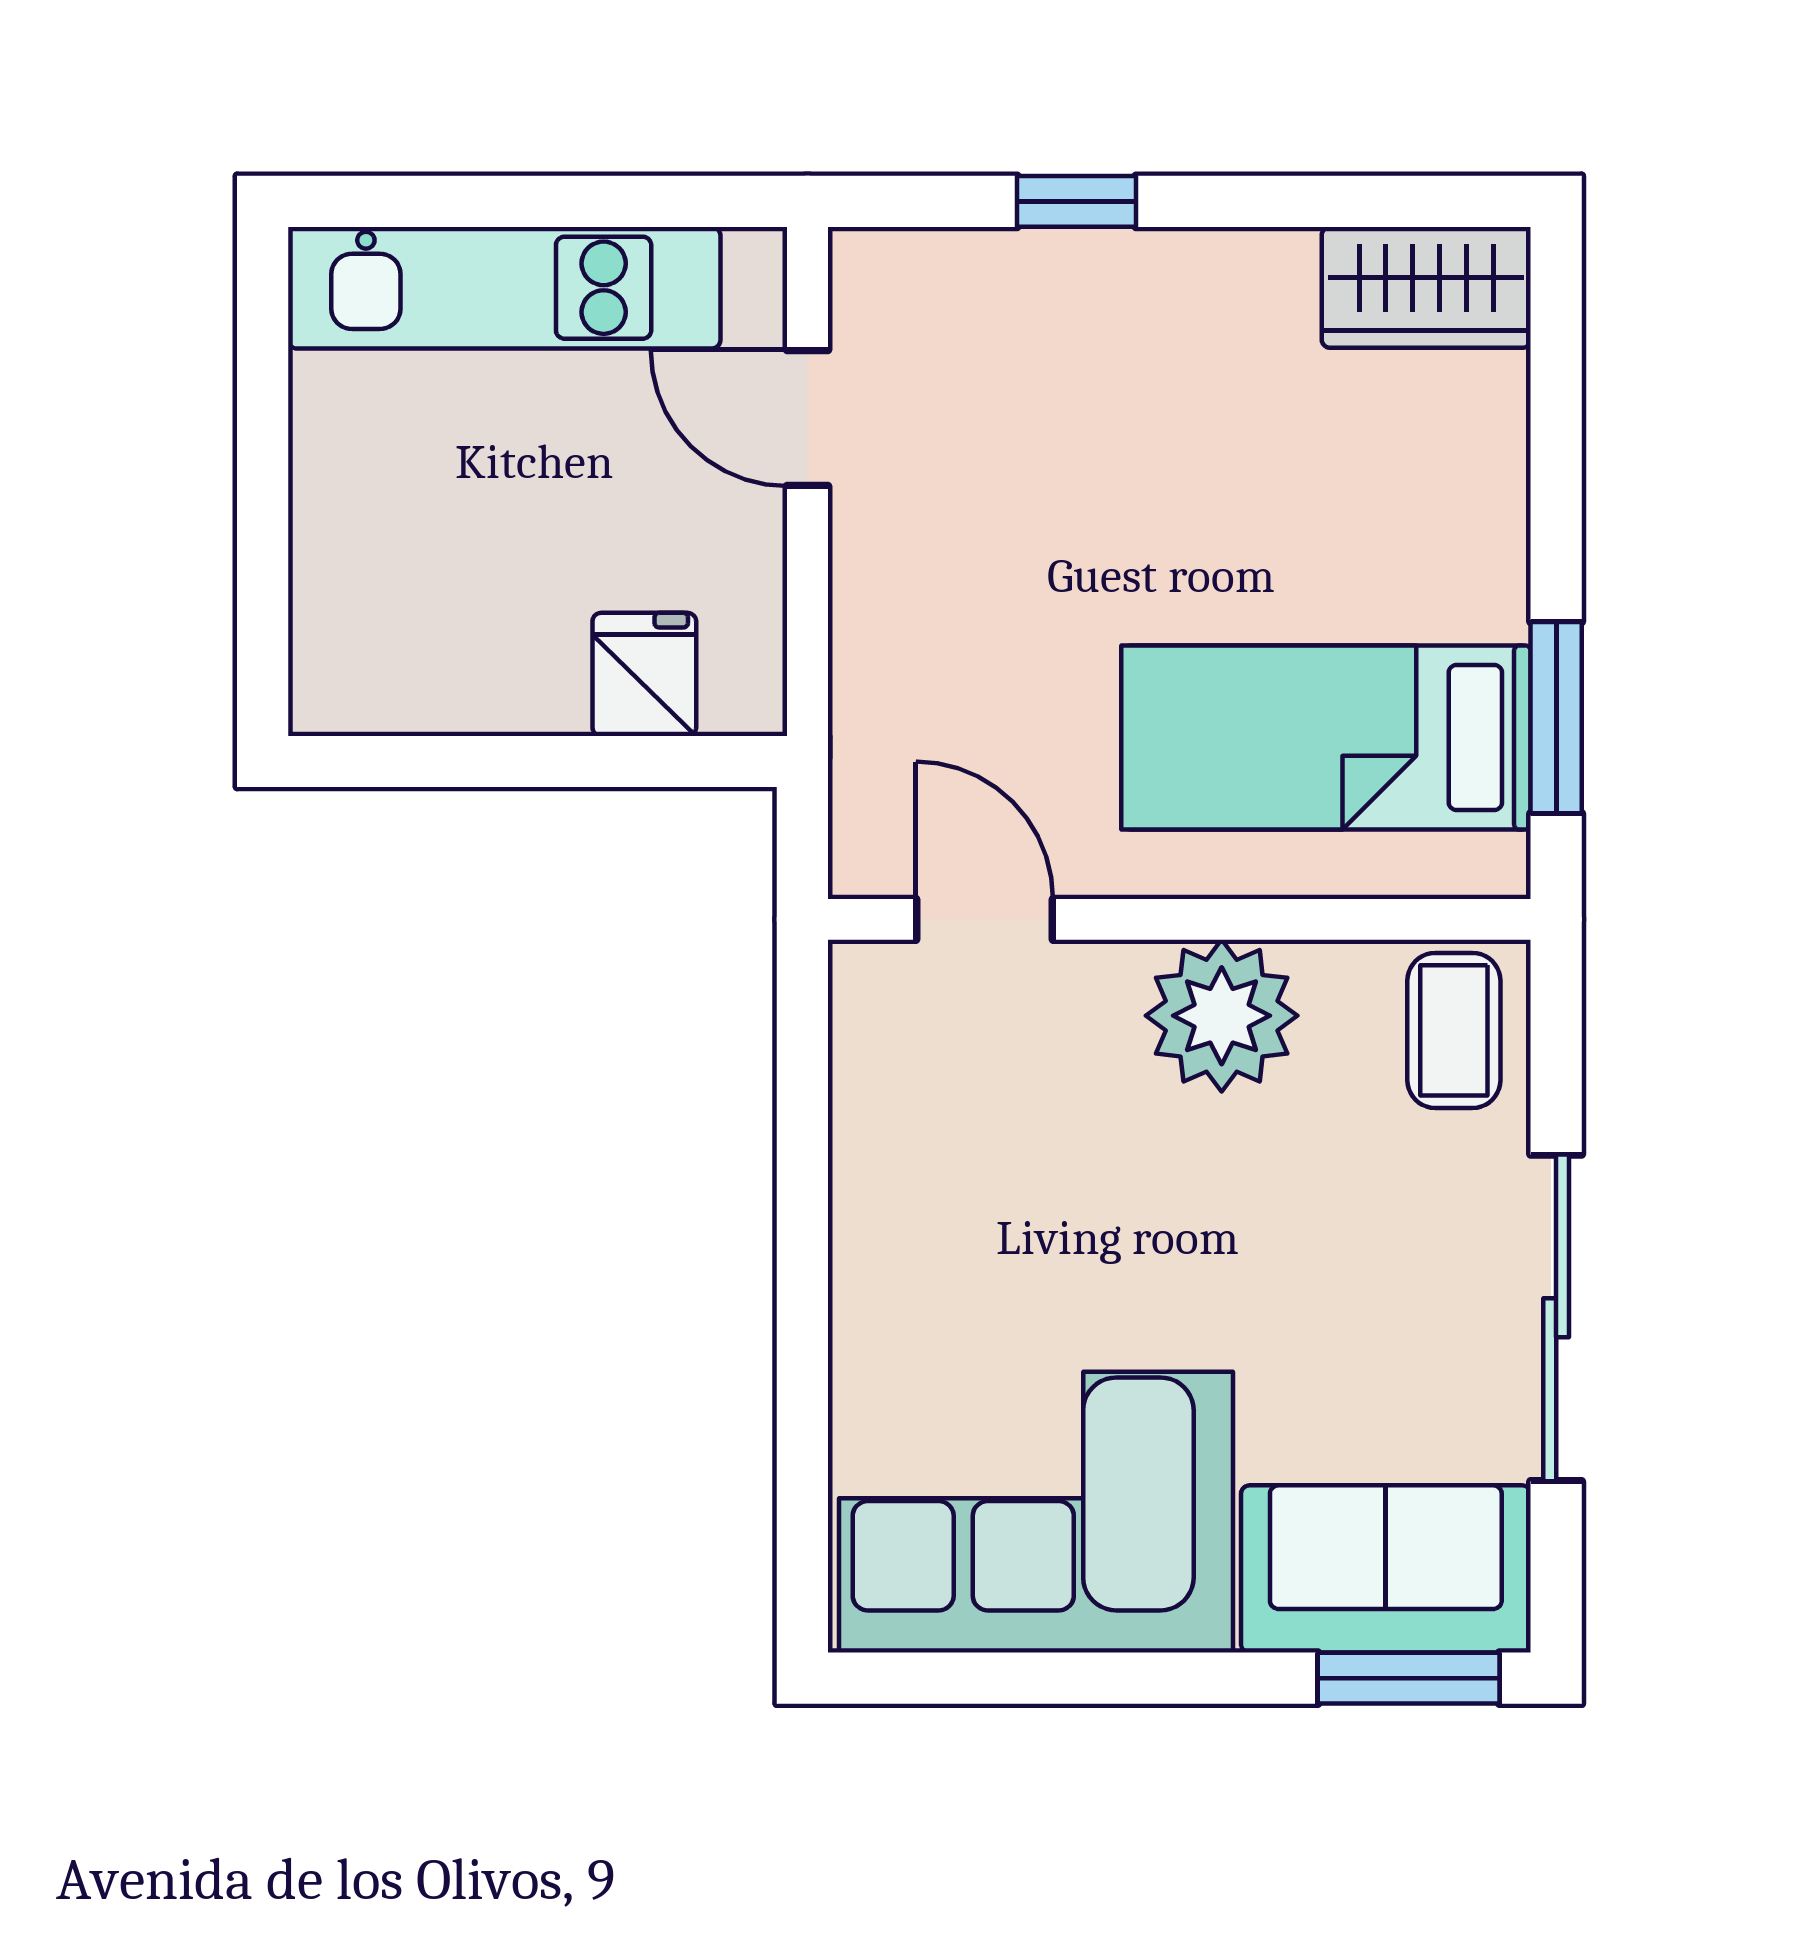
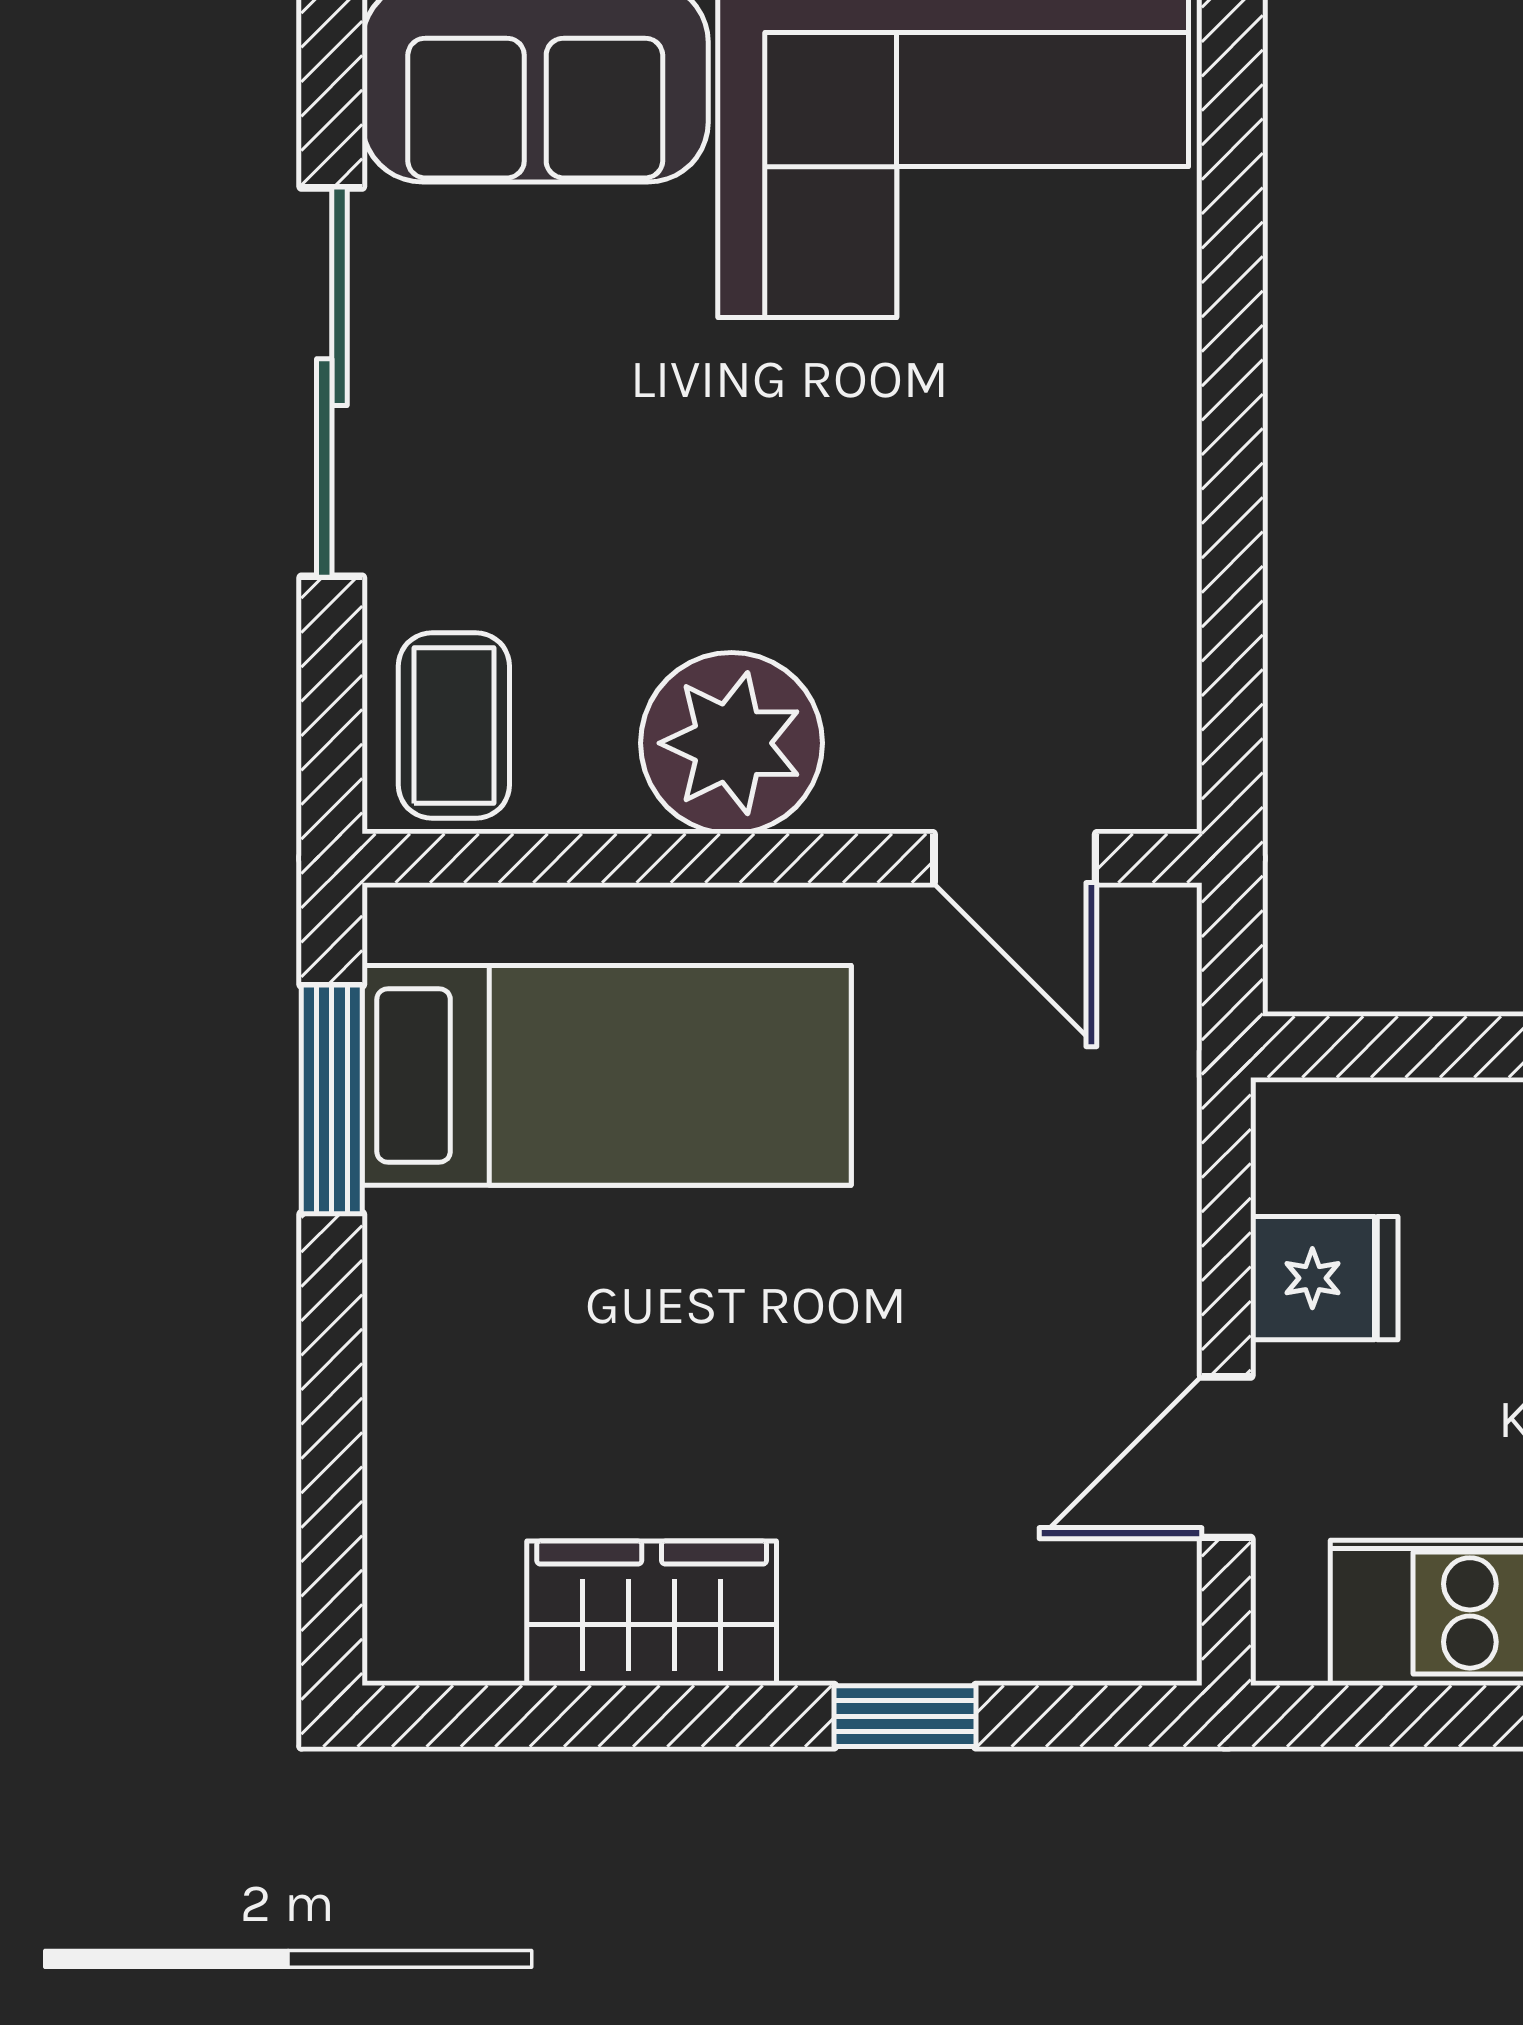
wardrobe: (1426, 287) -> (652, 1613), moved
door: (808, 418) -> (1226, 1457), swing flipped
fridge: (644, 674) -> (1324, 1278), moved, turned -90

